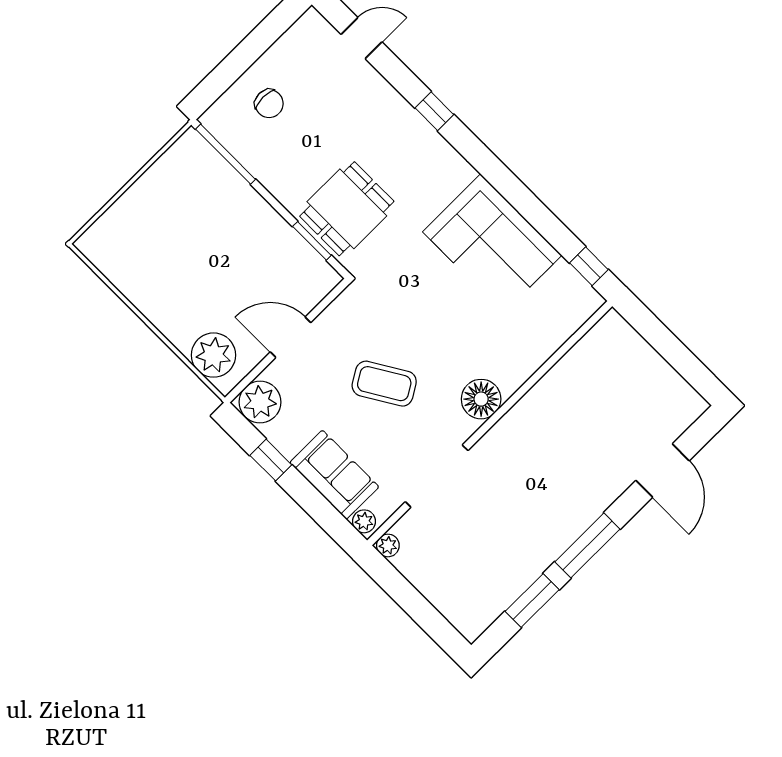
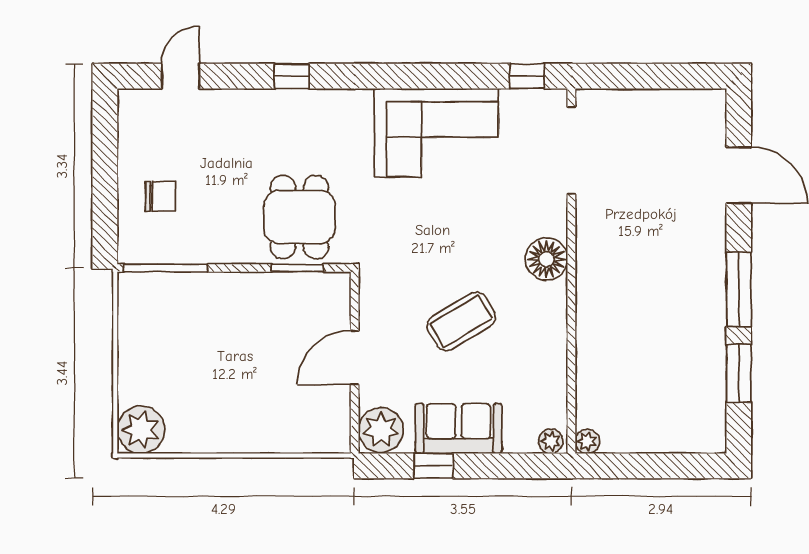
plant: (213, 355) -> (141, 430), moved
sofa: (334, 475) -> (459, 429), moved
doorway: (437, 476) -> (571, 151), moved

